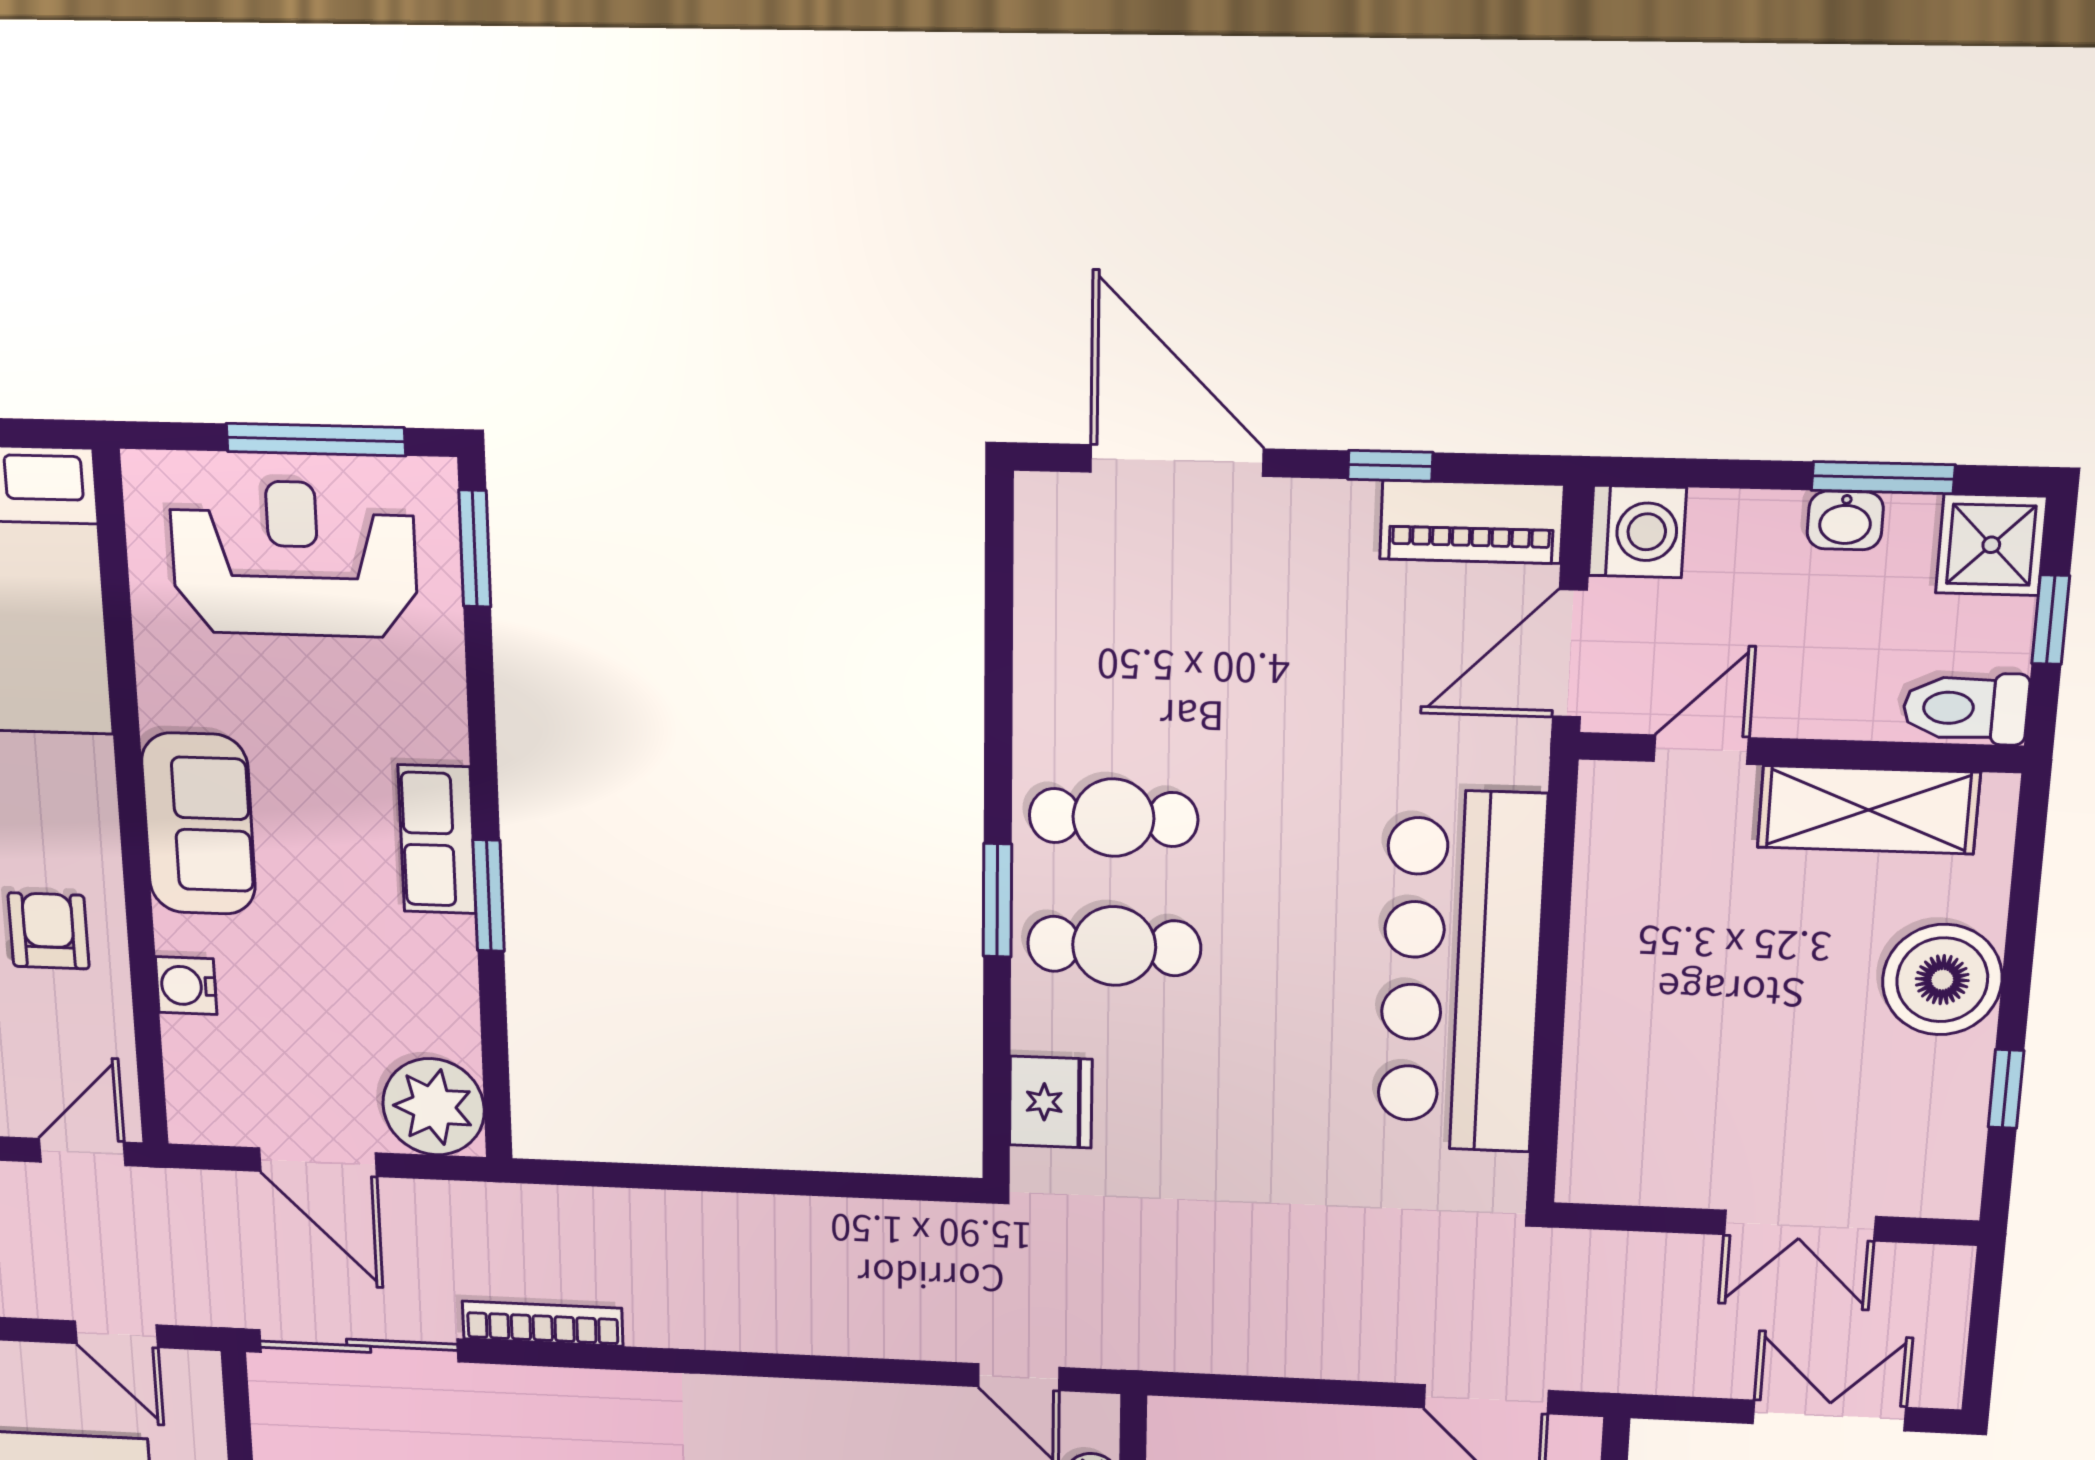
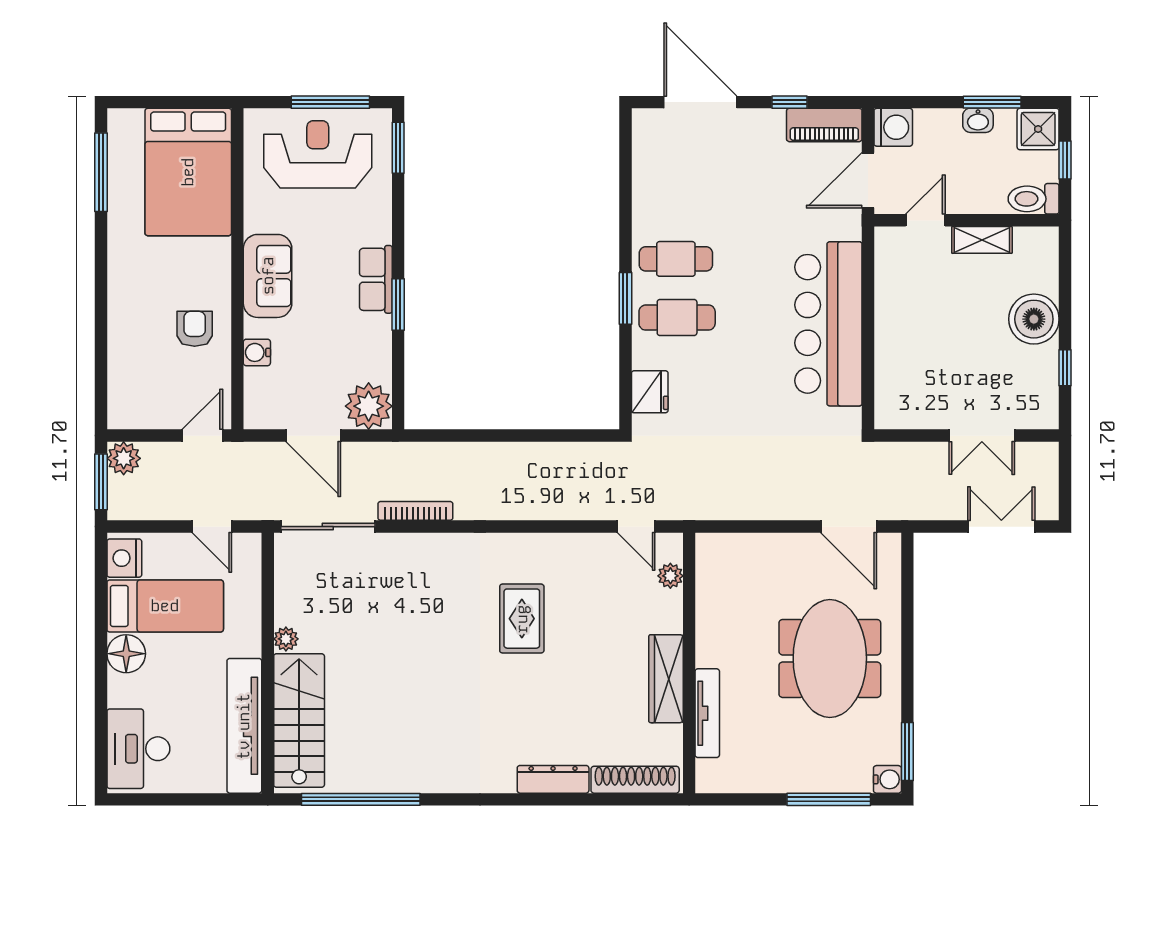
shelving: (1868, 810) -> (982, 240), width x0.67, depth x0.75

